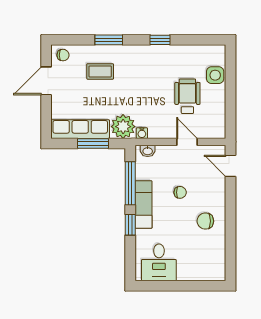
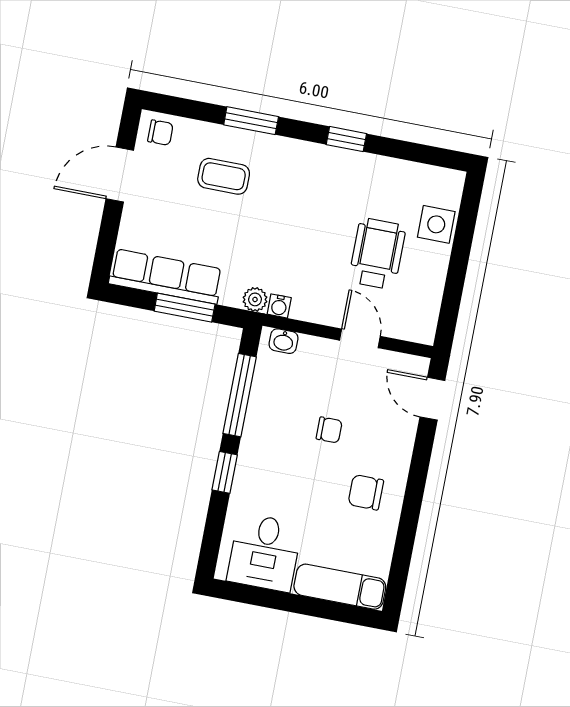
plant: (123, 127) -> (255, 299), width x0.53, depth x0.53
exam couch: (143, 204) -> (340, 587), moved, turned -90

